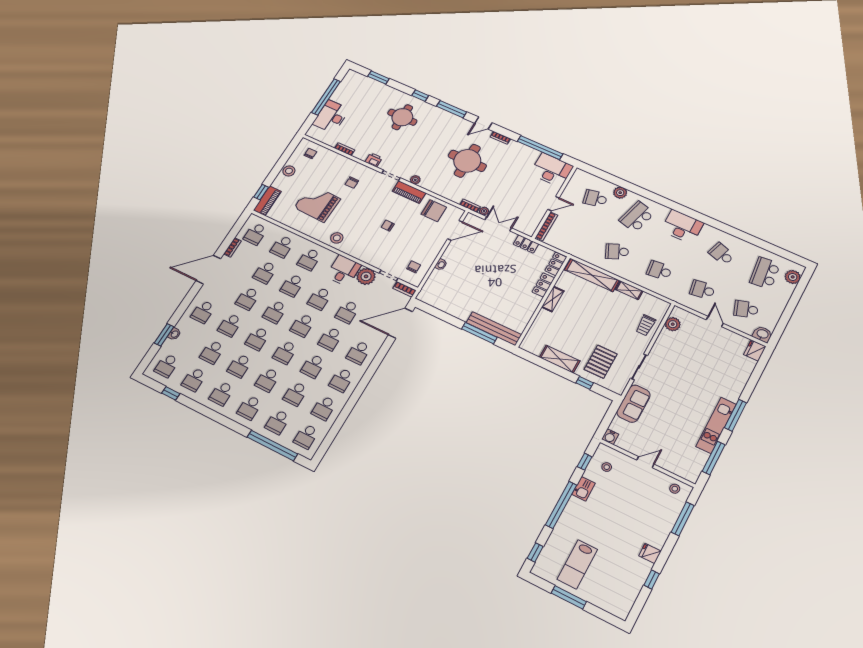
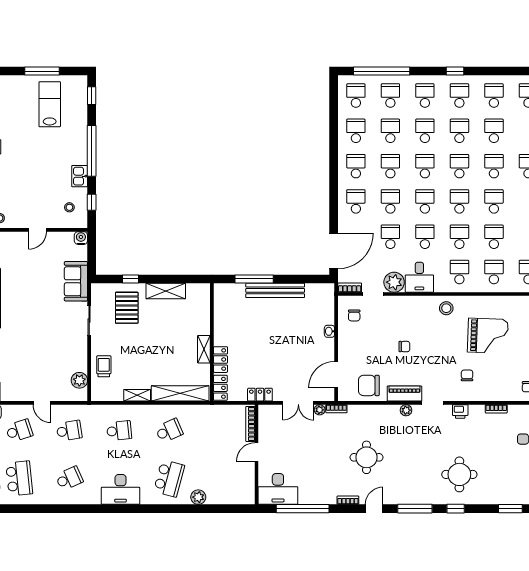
round table: (467, 161) -> (366, 457), width x0.73, depth x0.73
school desk: (595, 199) -> (219, 478), removed
school desk: (722, 254) -> (69, 478), turned -42
bench: (494, 329) -> (275, 290), moved
window: (171, 393) -> (455, 71), moved

